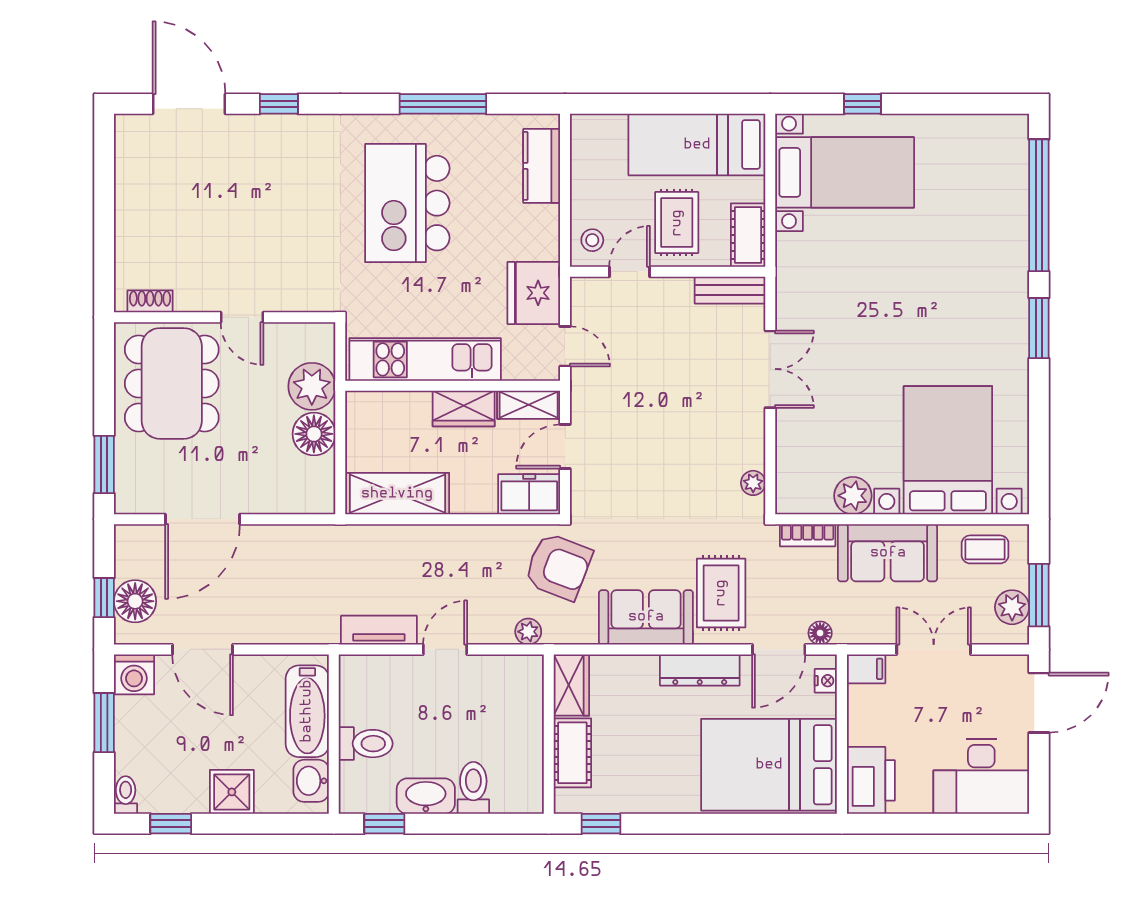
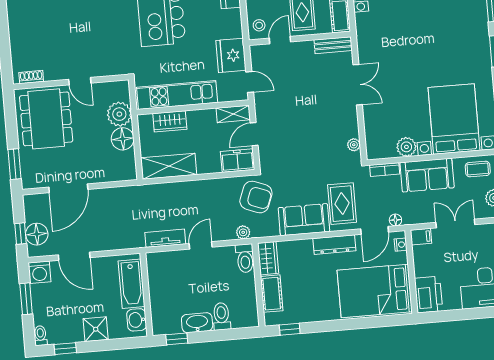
wardrobe: (464, 409) -> (170, 121), moved
toilet: (366, 744) -> (245, 258), moved, turned 90

